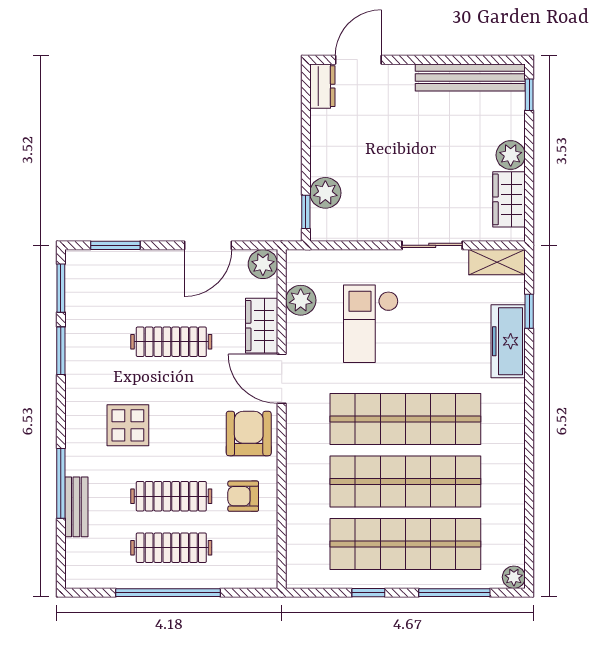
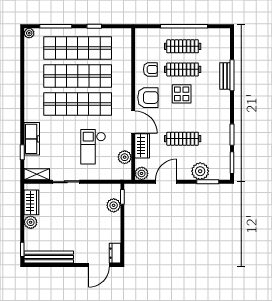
plant: (132, 269) -> (200, 171), added
checkout: (371, 324) -> (93, 147), turned 180
display table: (128, 425) -> (182, 94), moved
armchair: (249, 433) -> (148, 98), turned -90
bench: (76, 507) -> (225, 76), moved

